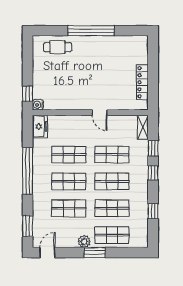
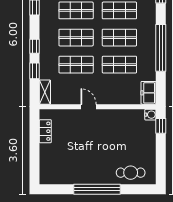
locker: (142, 82) -> (45, 131), width x0.66

